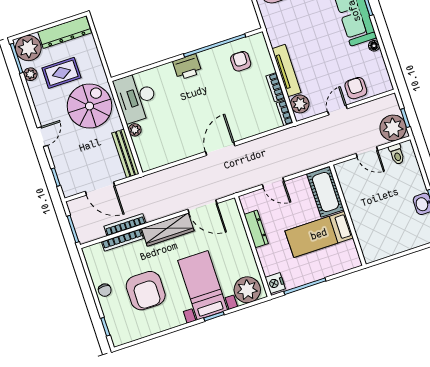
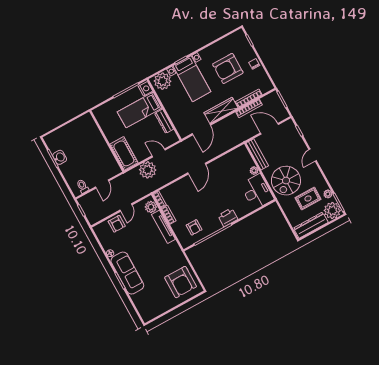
plant: (393, 128) -> (148, 170), moved
door: (367, 152) -> (102, 184), swing flipped
door: (202, 206) -> (201, 129), swing flipped
bed: (319, 234) -> (140, 110), moved, turned 180
armchair: (146, 291) -> (228, 68), turned -90

